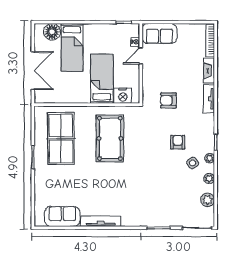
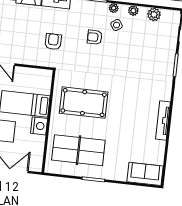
nightstand: (123, 96) -> (39, 126), moved
armchair: (168, 100) -> (53, 42), turned 180
sofa: (62, 216) -> (145, 174), moved, turned 90

